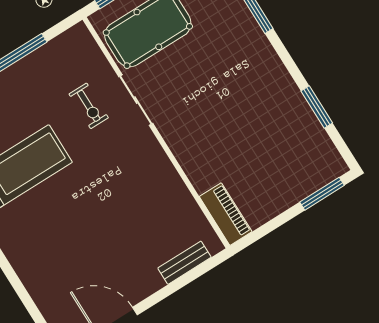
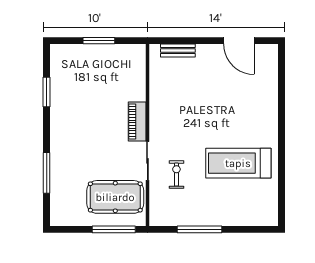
window: (322, 194) -> (99, 41), moved
piano: (226, 214) -> (137, 121), moved

